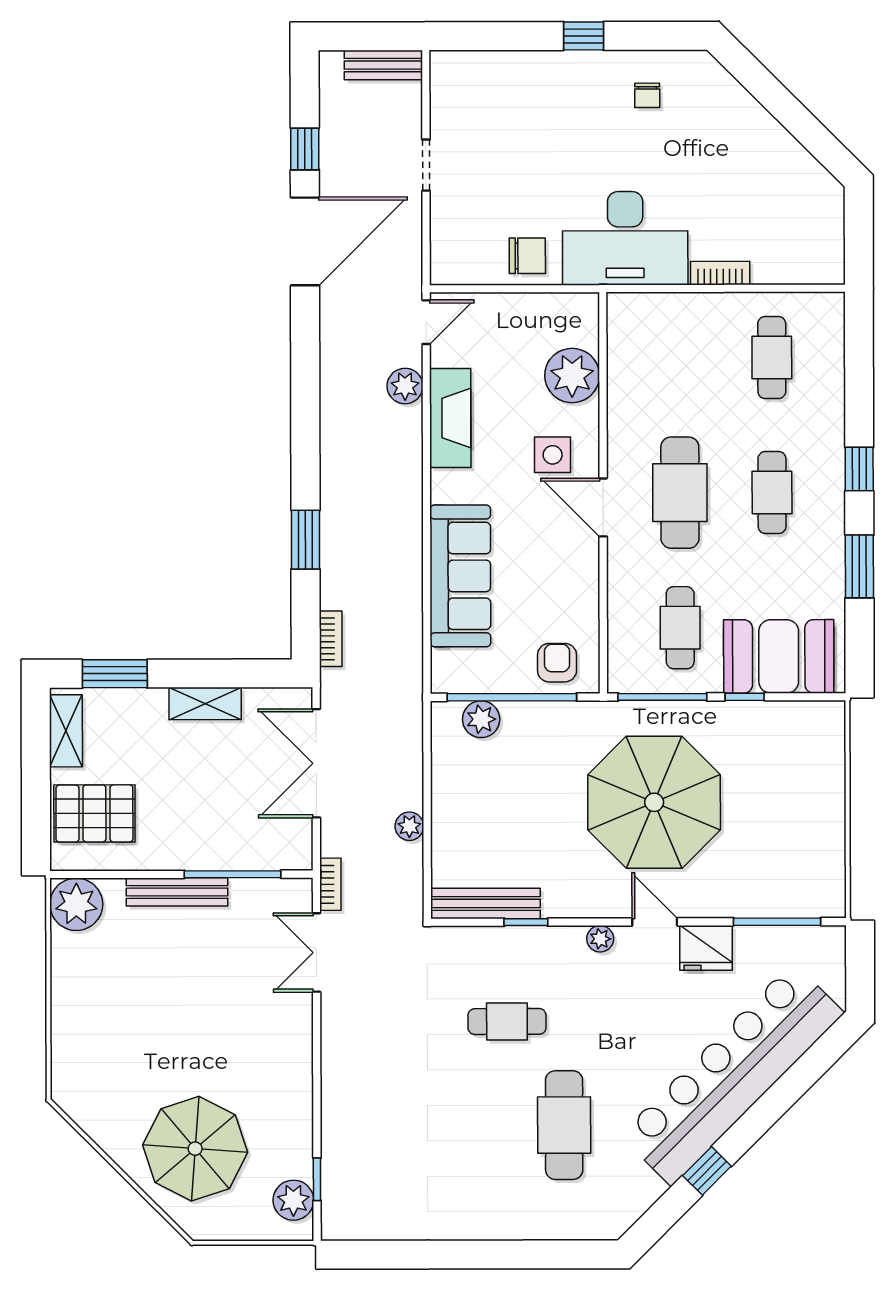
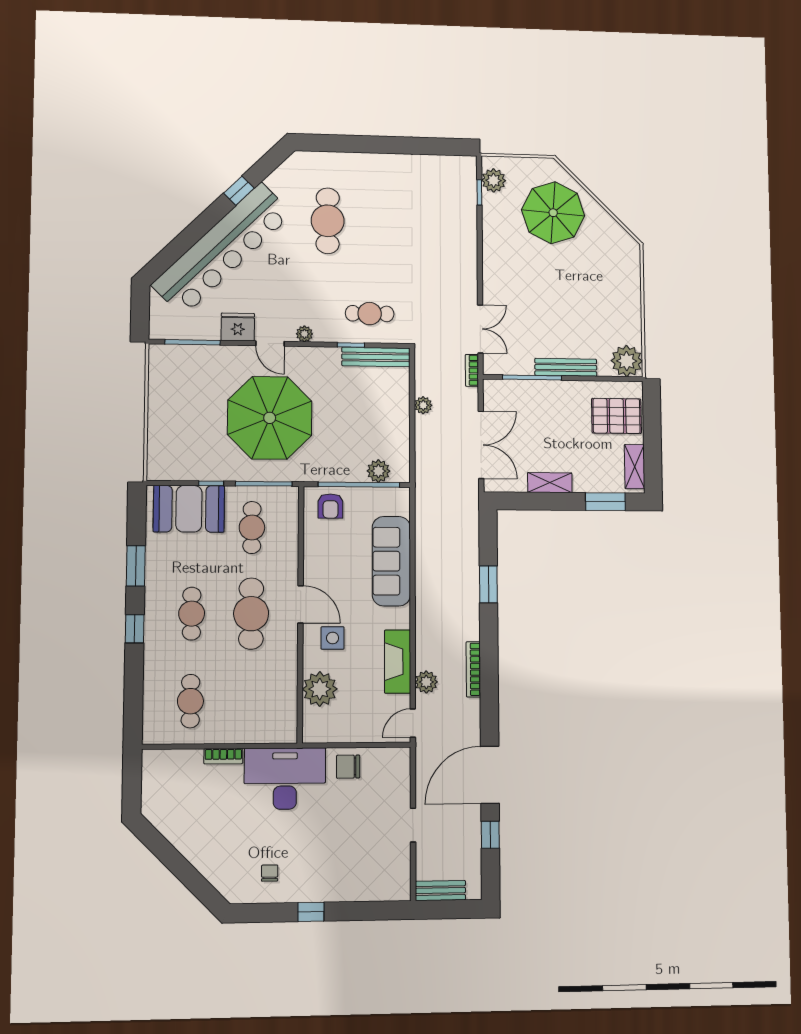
bookcase: (331, 639) -> (473, 669), moved, width x1.56
cafe table: (507, 1021) -> (370, 314), moved

